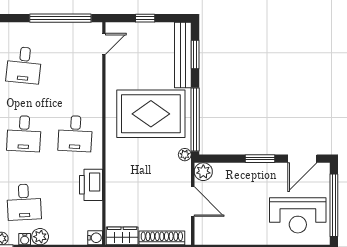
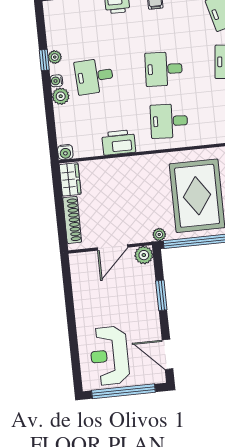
window: (260, 159) -> (161, 295), moved

